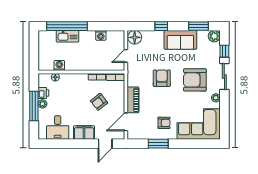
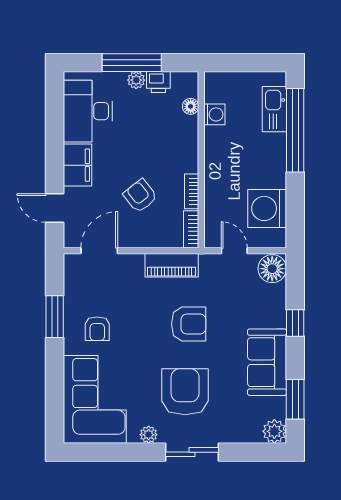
washing machine: (101, 35) -> (267, 208), width x1.89, depth x1.89
kitchen sink: (68, 36) -> (274, 109), moved
window: (224, 51) -> (244, 452), removed
piano: (133, 100) -> (172, 265), moved
door: (126, 122) -> (99, 251), hinge flipped
desk: (58, 127) -> (88, 111), width x1.37

